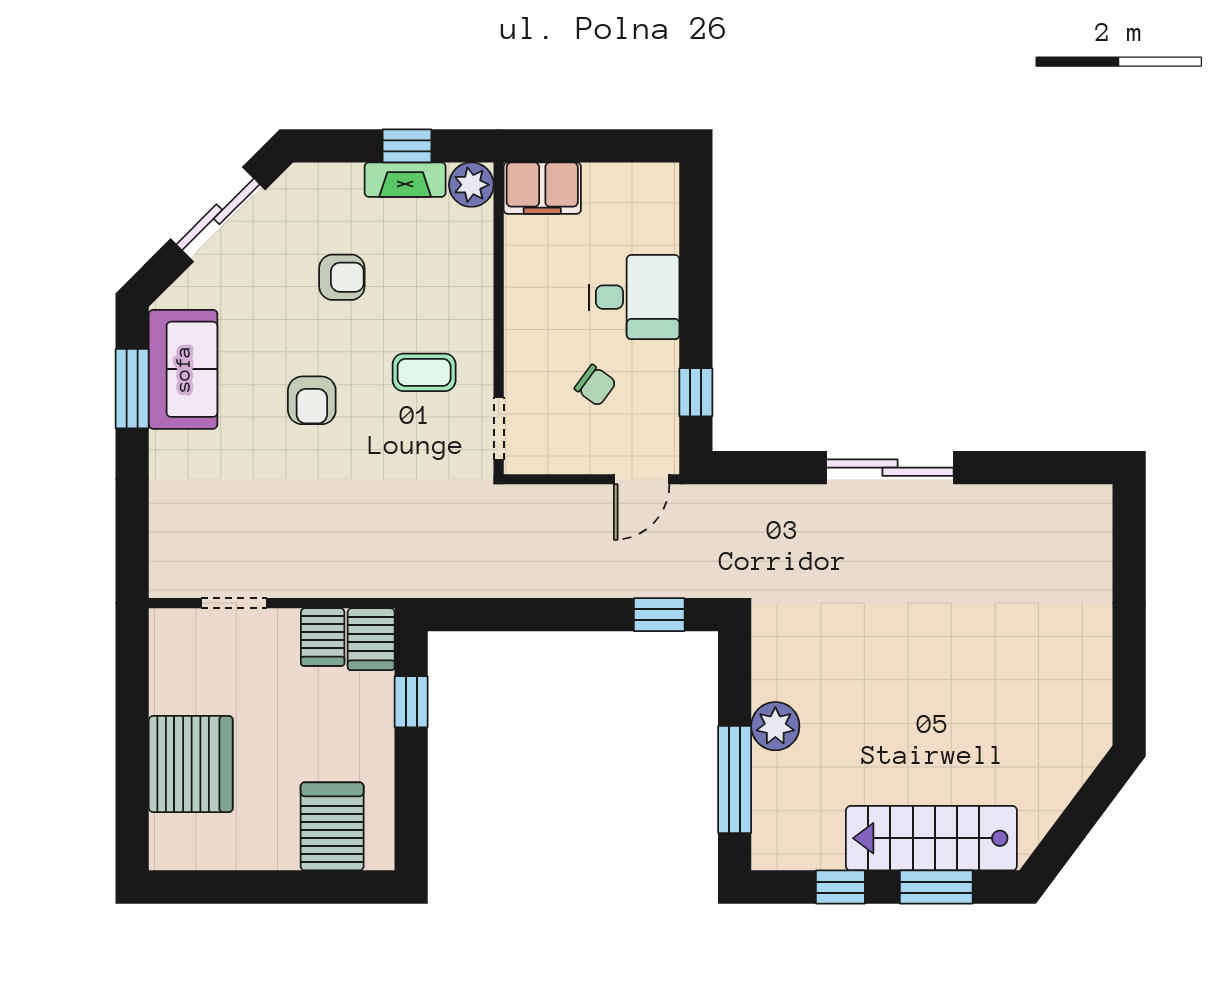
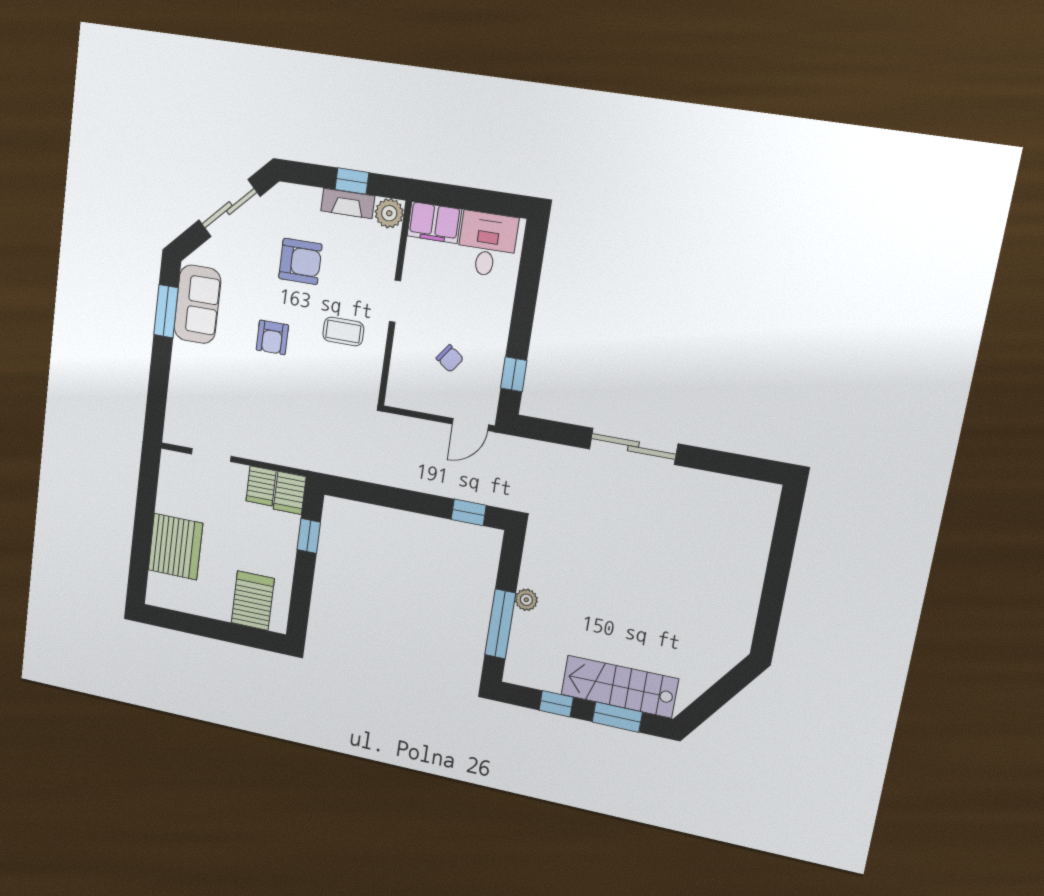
armchair: (342, 277) -> (300, 261), width x1.38, depth x1.38
desk: (634, 297) -> (487, 244), moved, turned -90
doorway: (499, 429) -> (395, 301), moved
plant: (775, 726) -> (526, 600), width x0.73, depth x0.73

